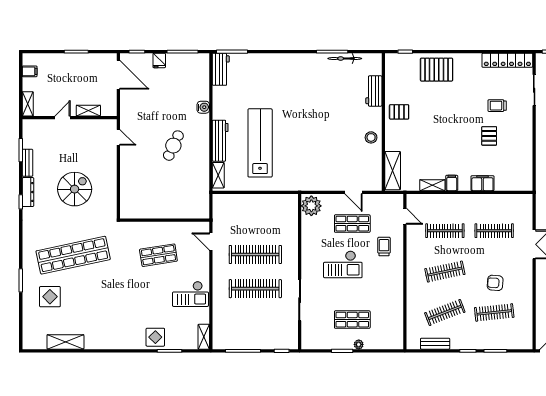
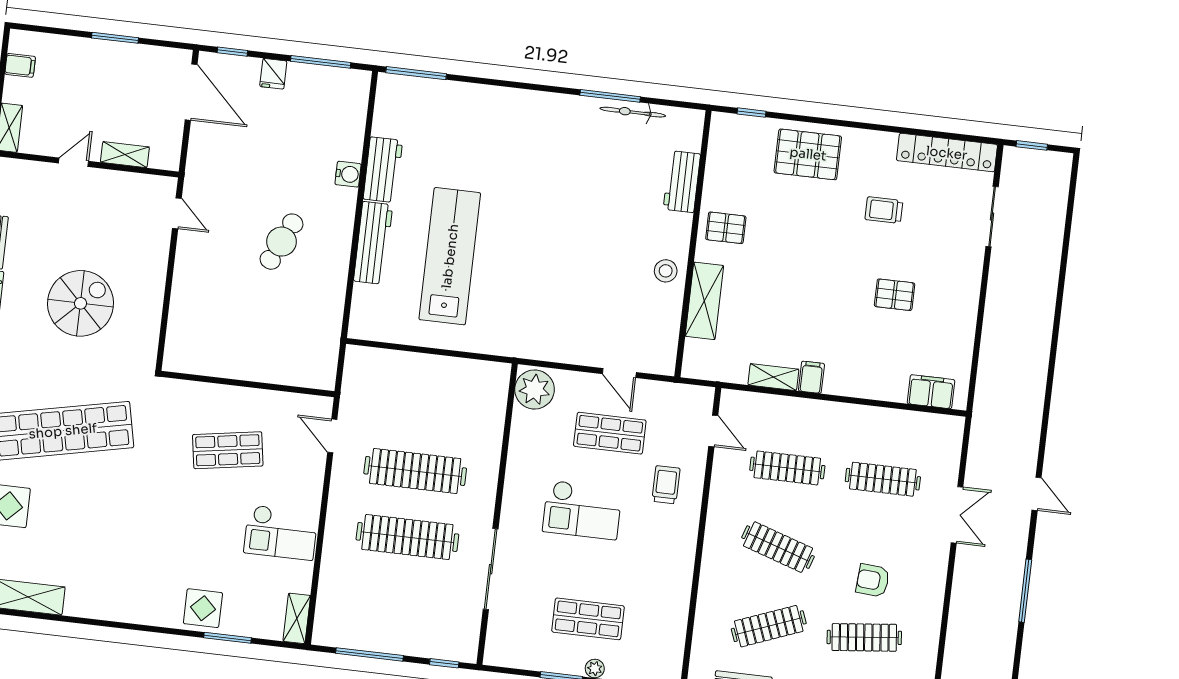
workbench: (221, 69) -> (383, 170), moved
trolley: (497, 106) -> (884, 210), moved
pallet: (489, 136) -> (895, 295), turned 90
shelving: (393, 171) -> (704, 301), moved
shelving: (218, 175) -> (362, 309), removed
filing cabinet: (482, 183) -> (931, 392), moved
clothes rail: (445, 272) -> (778, 547), turned 30

